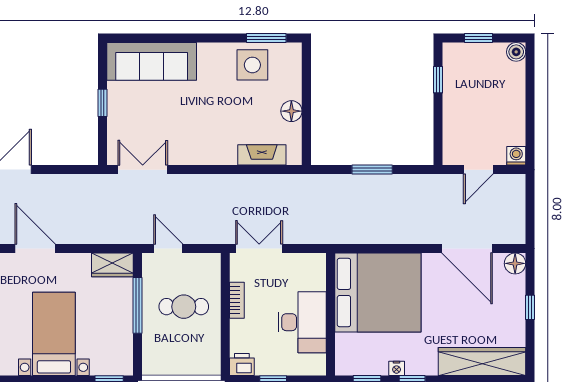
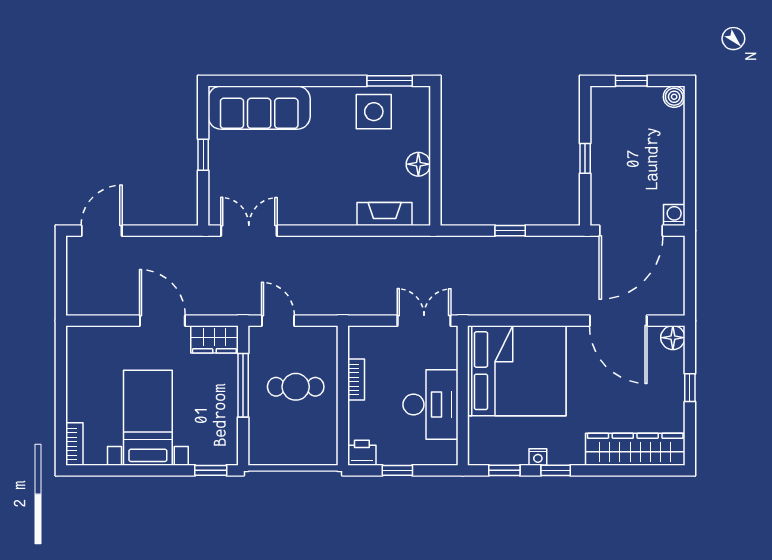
window: (438, 80) -> (585, 158), moved
window: (372, 170) -> (510, 231), width x0.67
door: (478, 170) -> (631, 231), width x1.88
door: (35, 248) -> (162, 321), moved
double door: (259, 248) -> (424, 321), moved

